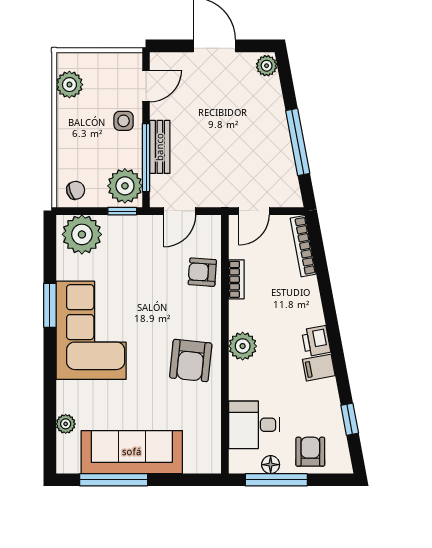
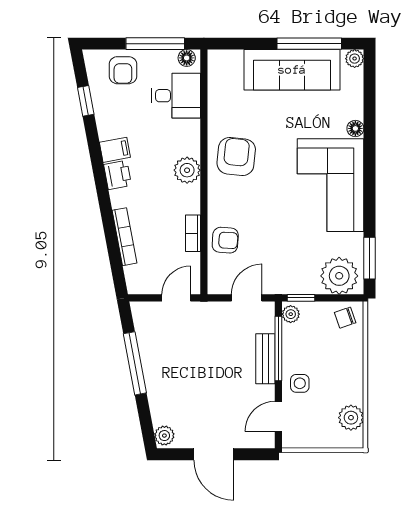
plant: (125, 186) -> (291, 314), width x0.53, depth x0.53
bookcase: (303, 246) -> (124, 237), moved
window: (50, 305) -> (369, 258), moved
floor lamp: (65, 390) -> (355, 128), added
plant: (66, 424) -> (355, 59), moved
floor lamp: (271, 465) -> (187, 58), moved

